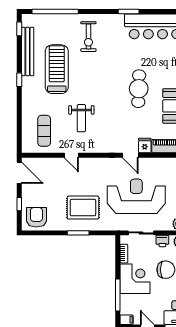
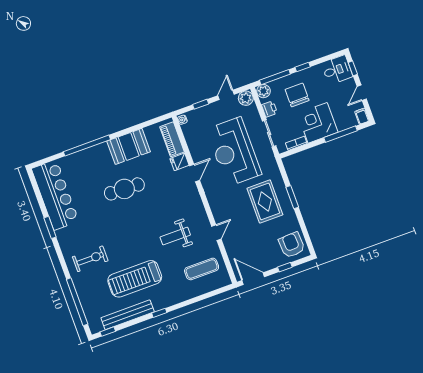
weight bench: (81, 118) -> (175, 236), turned 180
door: (19, 173) -> (253, 279), hinge flipped
armchair: (36, 217) -> (292, 245), turned 87

